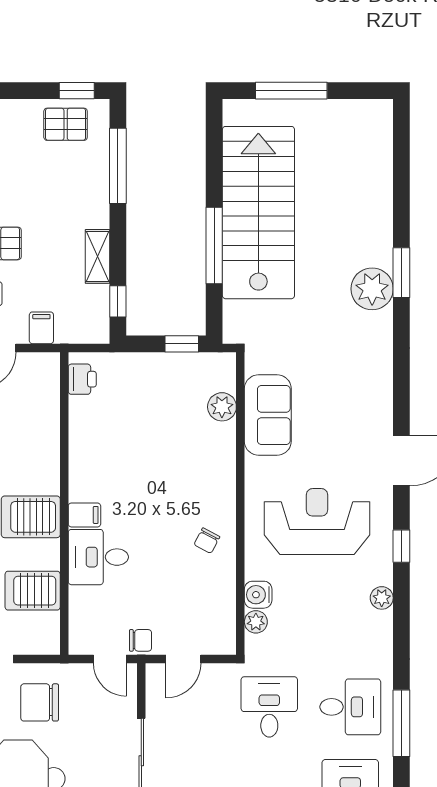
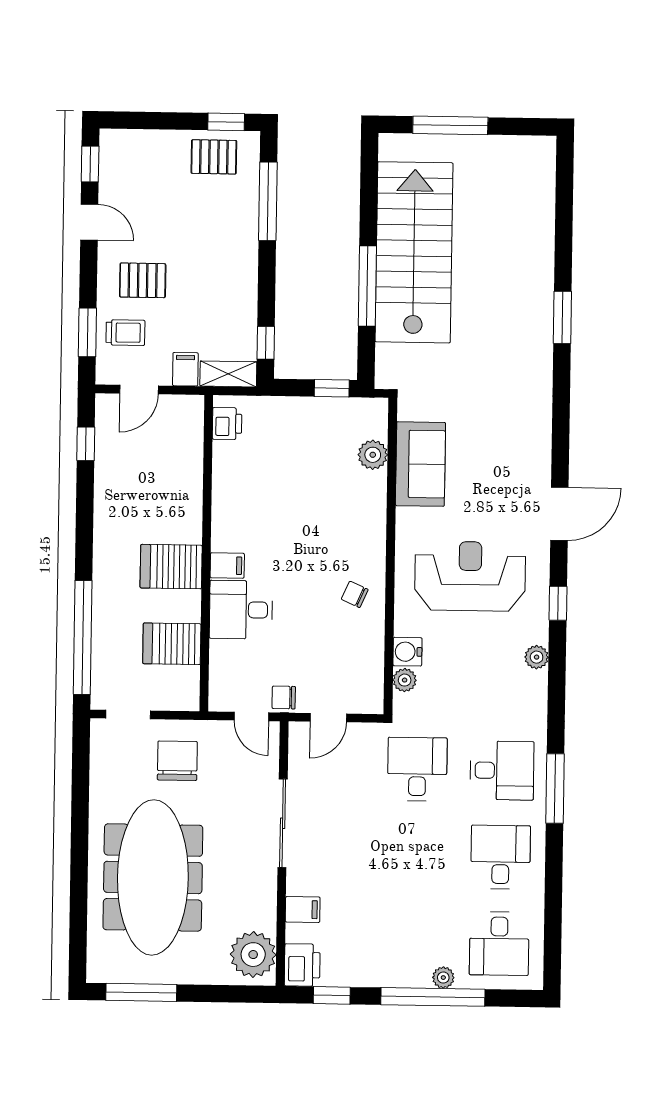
shelving: (97, 256) -> (228, 374), moved, turned 90
plant: (372, 289) -> (532, 334), removed
chair: (207, 541) -> (355, 594), turned 86
chair: (140, 640) -> (284, 698), turned 180
chair: (40, 702) -> (177, 761), turned 90

